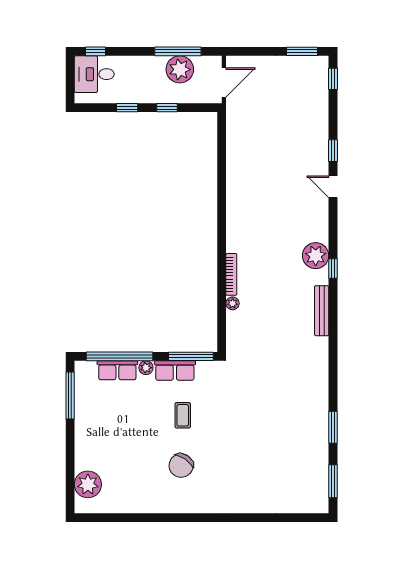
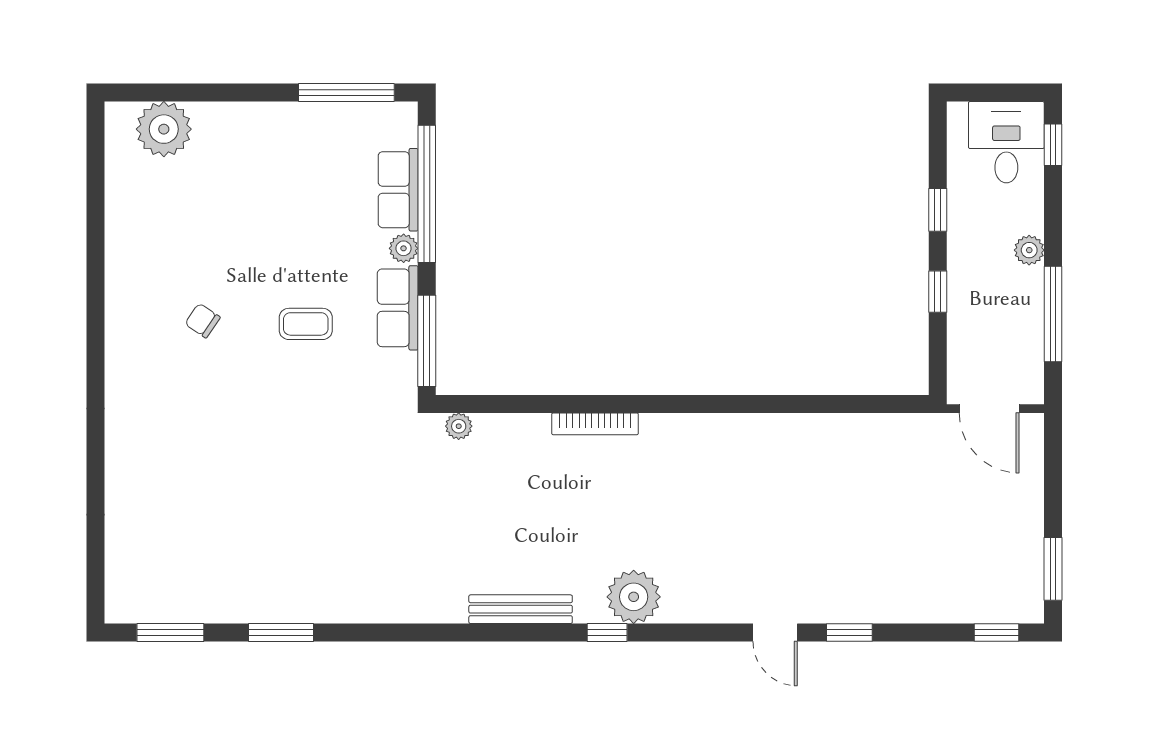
plant: (180, 69) -> (1029, 250), moved, width x0.53, depth x0.53
door: (333, 187) -> (775, 632), swing flipped
plant: (233, 303) -> (459, 426), moved
chair: (181, 466) -> (203, 321), width x0.54, depth x0.54

